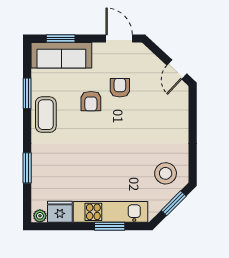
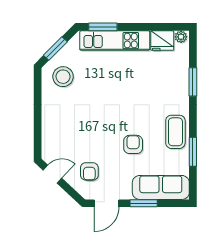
window: (61, 39) -> (144, 203), moved
door: (119, 39) -> (107, 203), hinge flipped
door: (177, 70) -> (52, 174), hinge flipped
armchair: (120, 88) -> (89, 171), moved
window: (110, 226) -> (103, 27), moved

